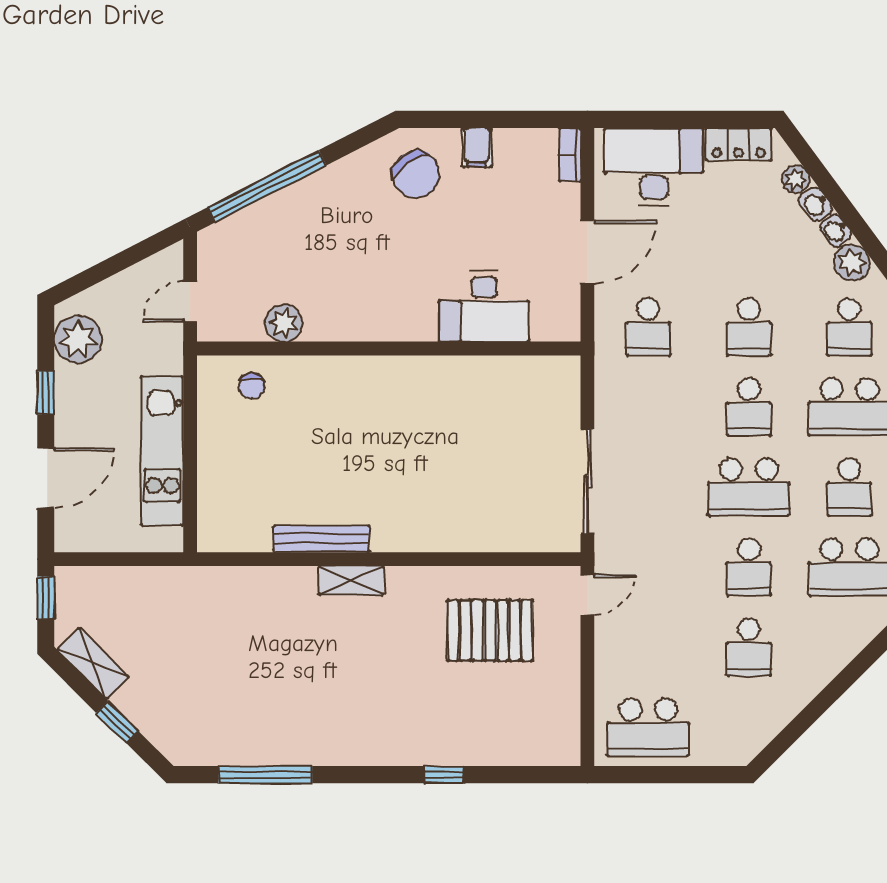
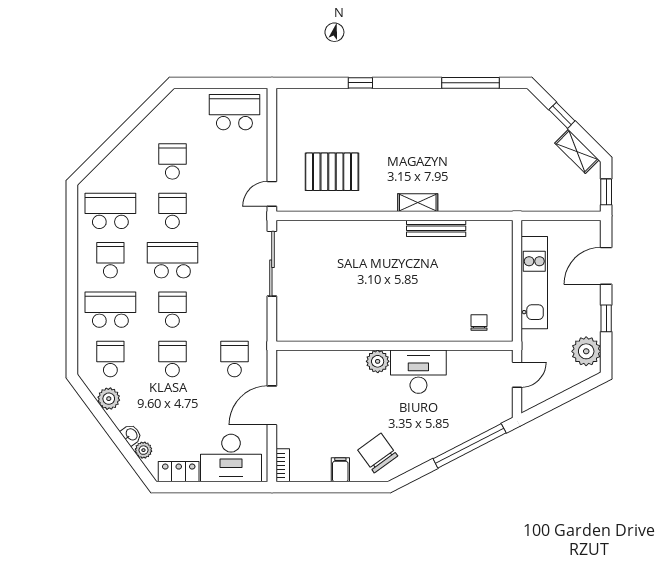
washbasin: (836, 231) -> (119, 418), removed
desk: (484, 306) -> (418, 372), moved
plant: (284, 323) -> (378, 361), moved

